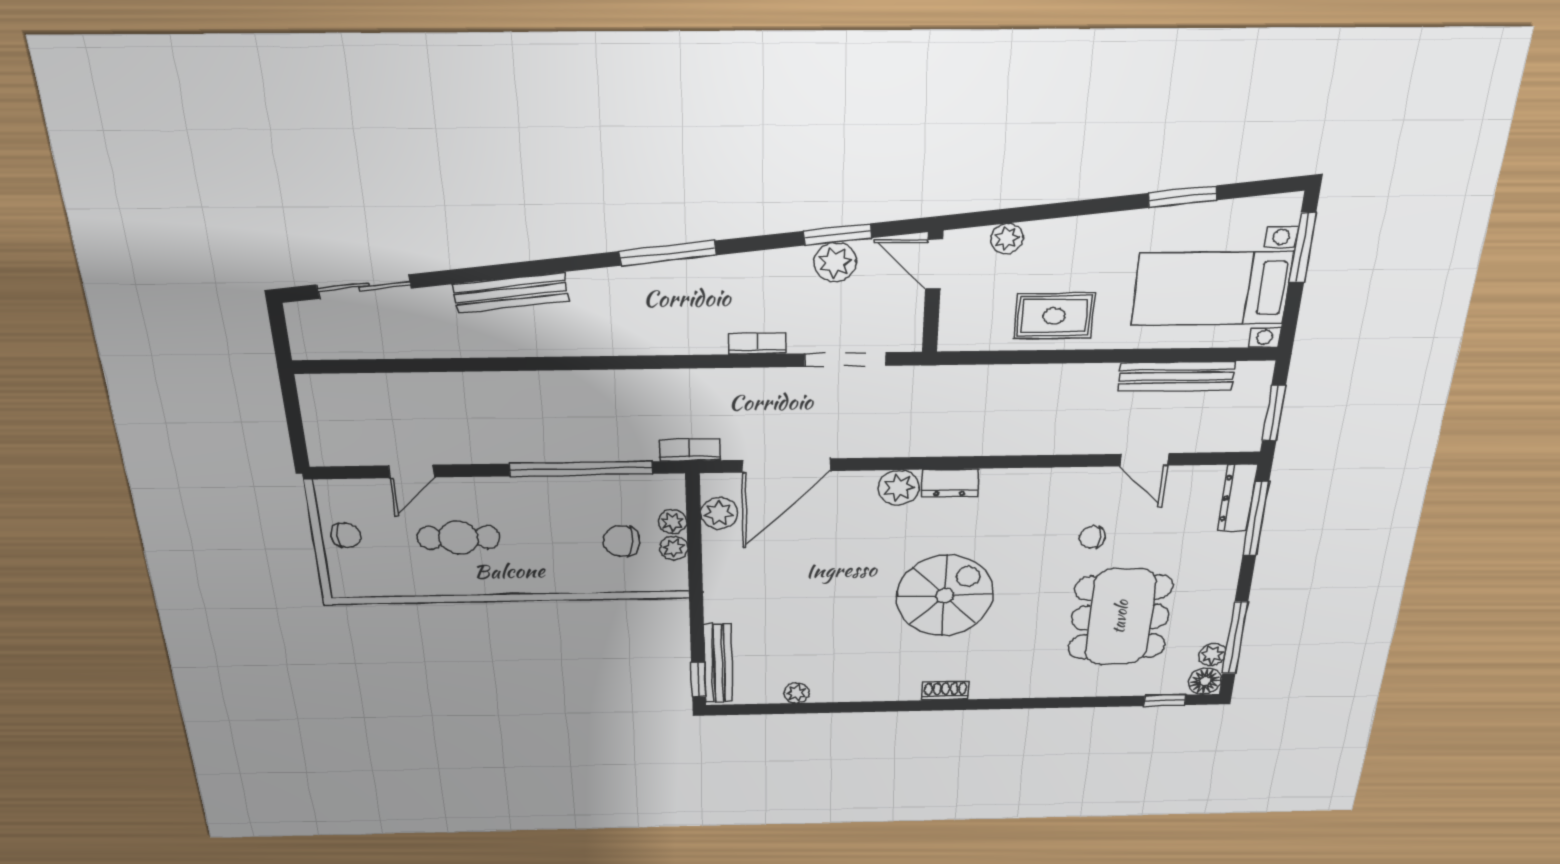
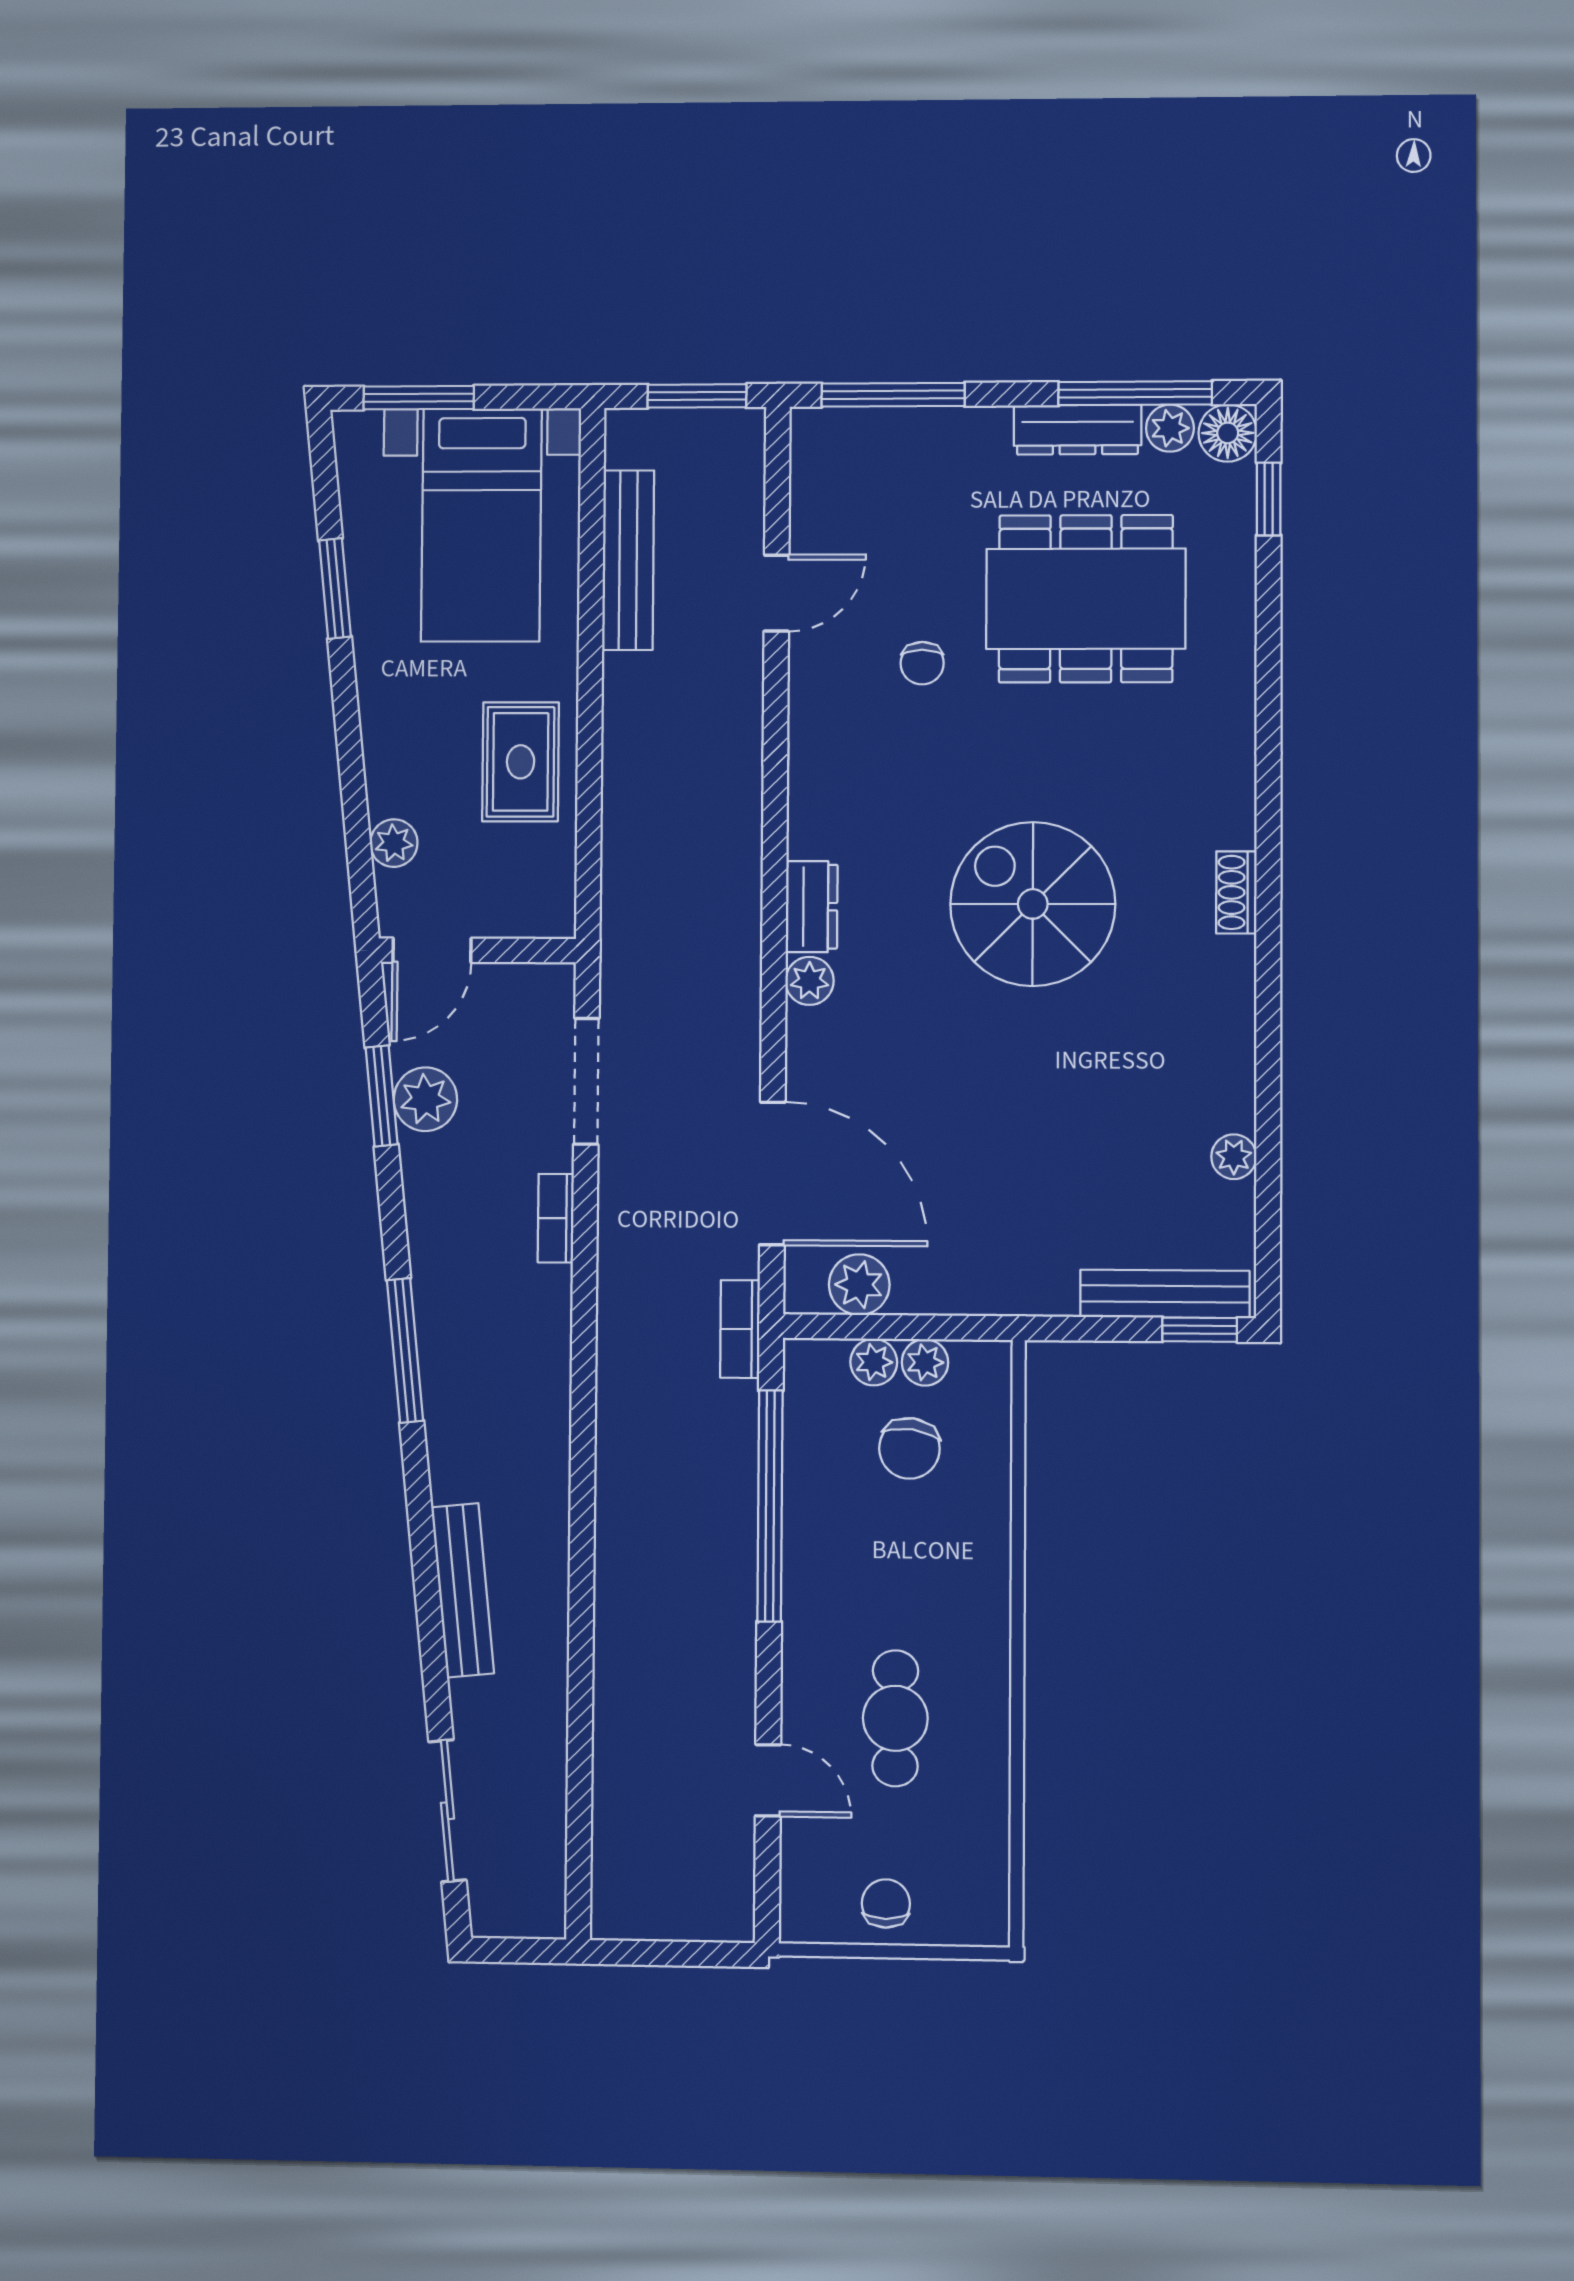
plant: (899, 488) -> (810, 981), width x0.73, depth x0.73
dresser: (1237, 498) -> (1078, 430), moved

